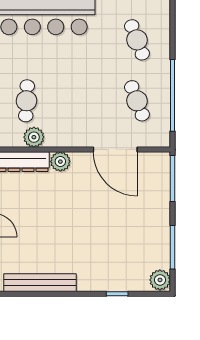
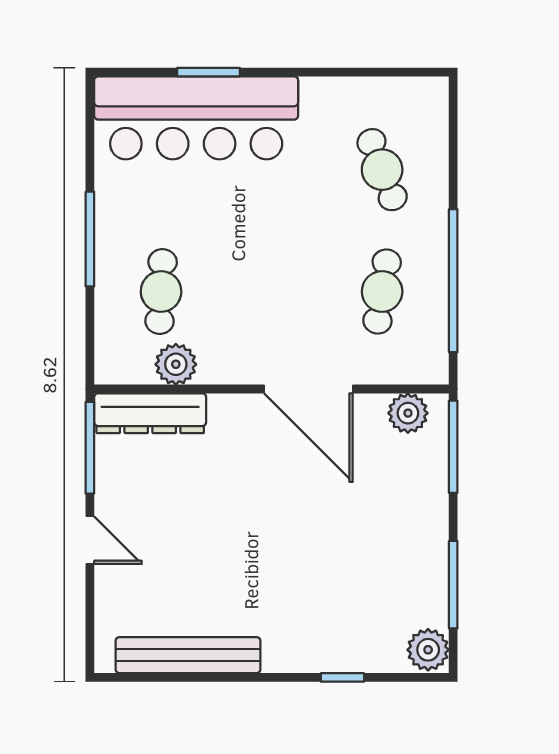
cafe table: (137, 101) -> (382, 292), turned 30
door: (115, 150) -> (308, 389), moved
plant: (60, 162) -> (408, 413), moved

